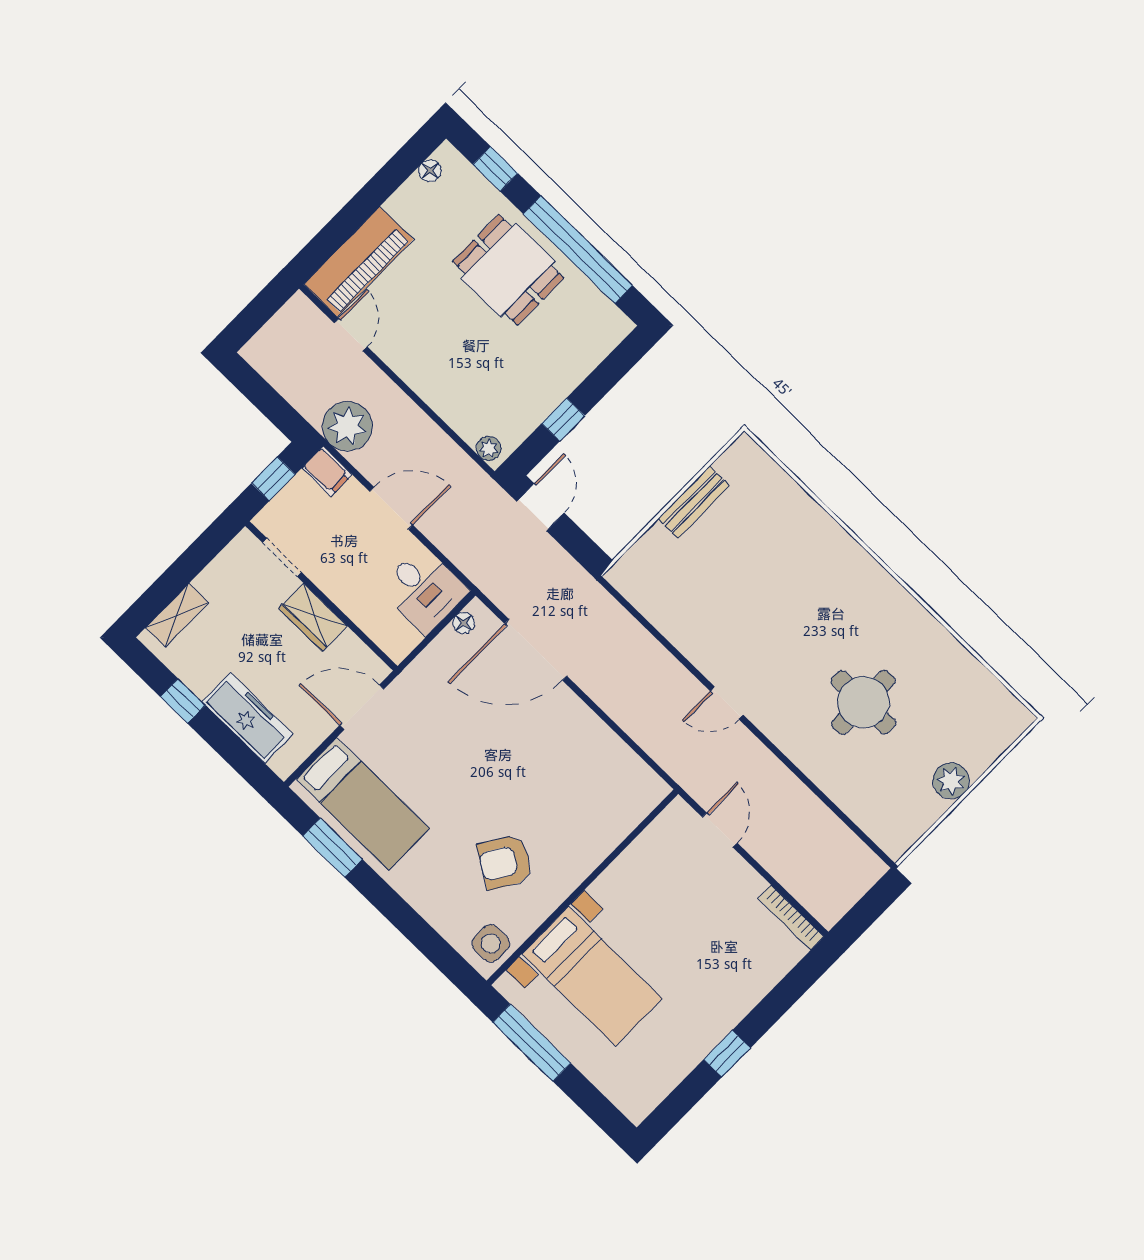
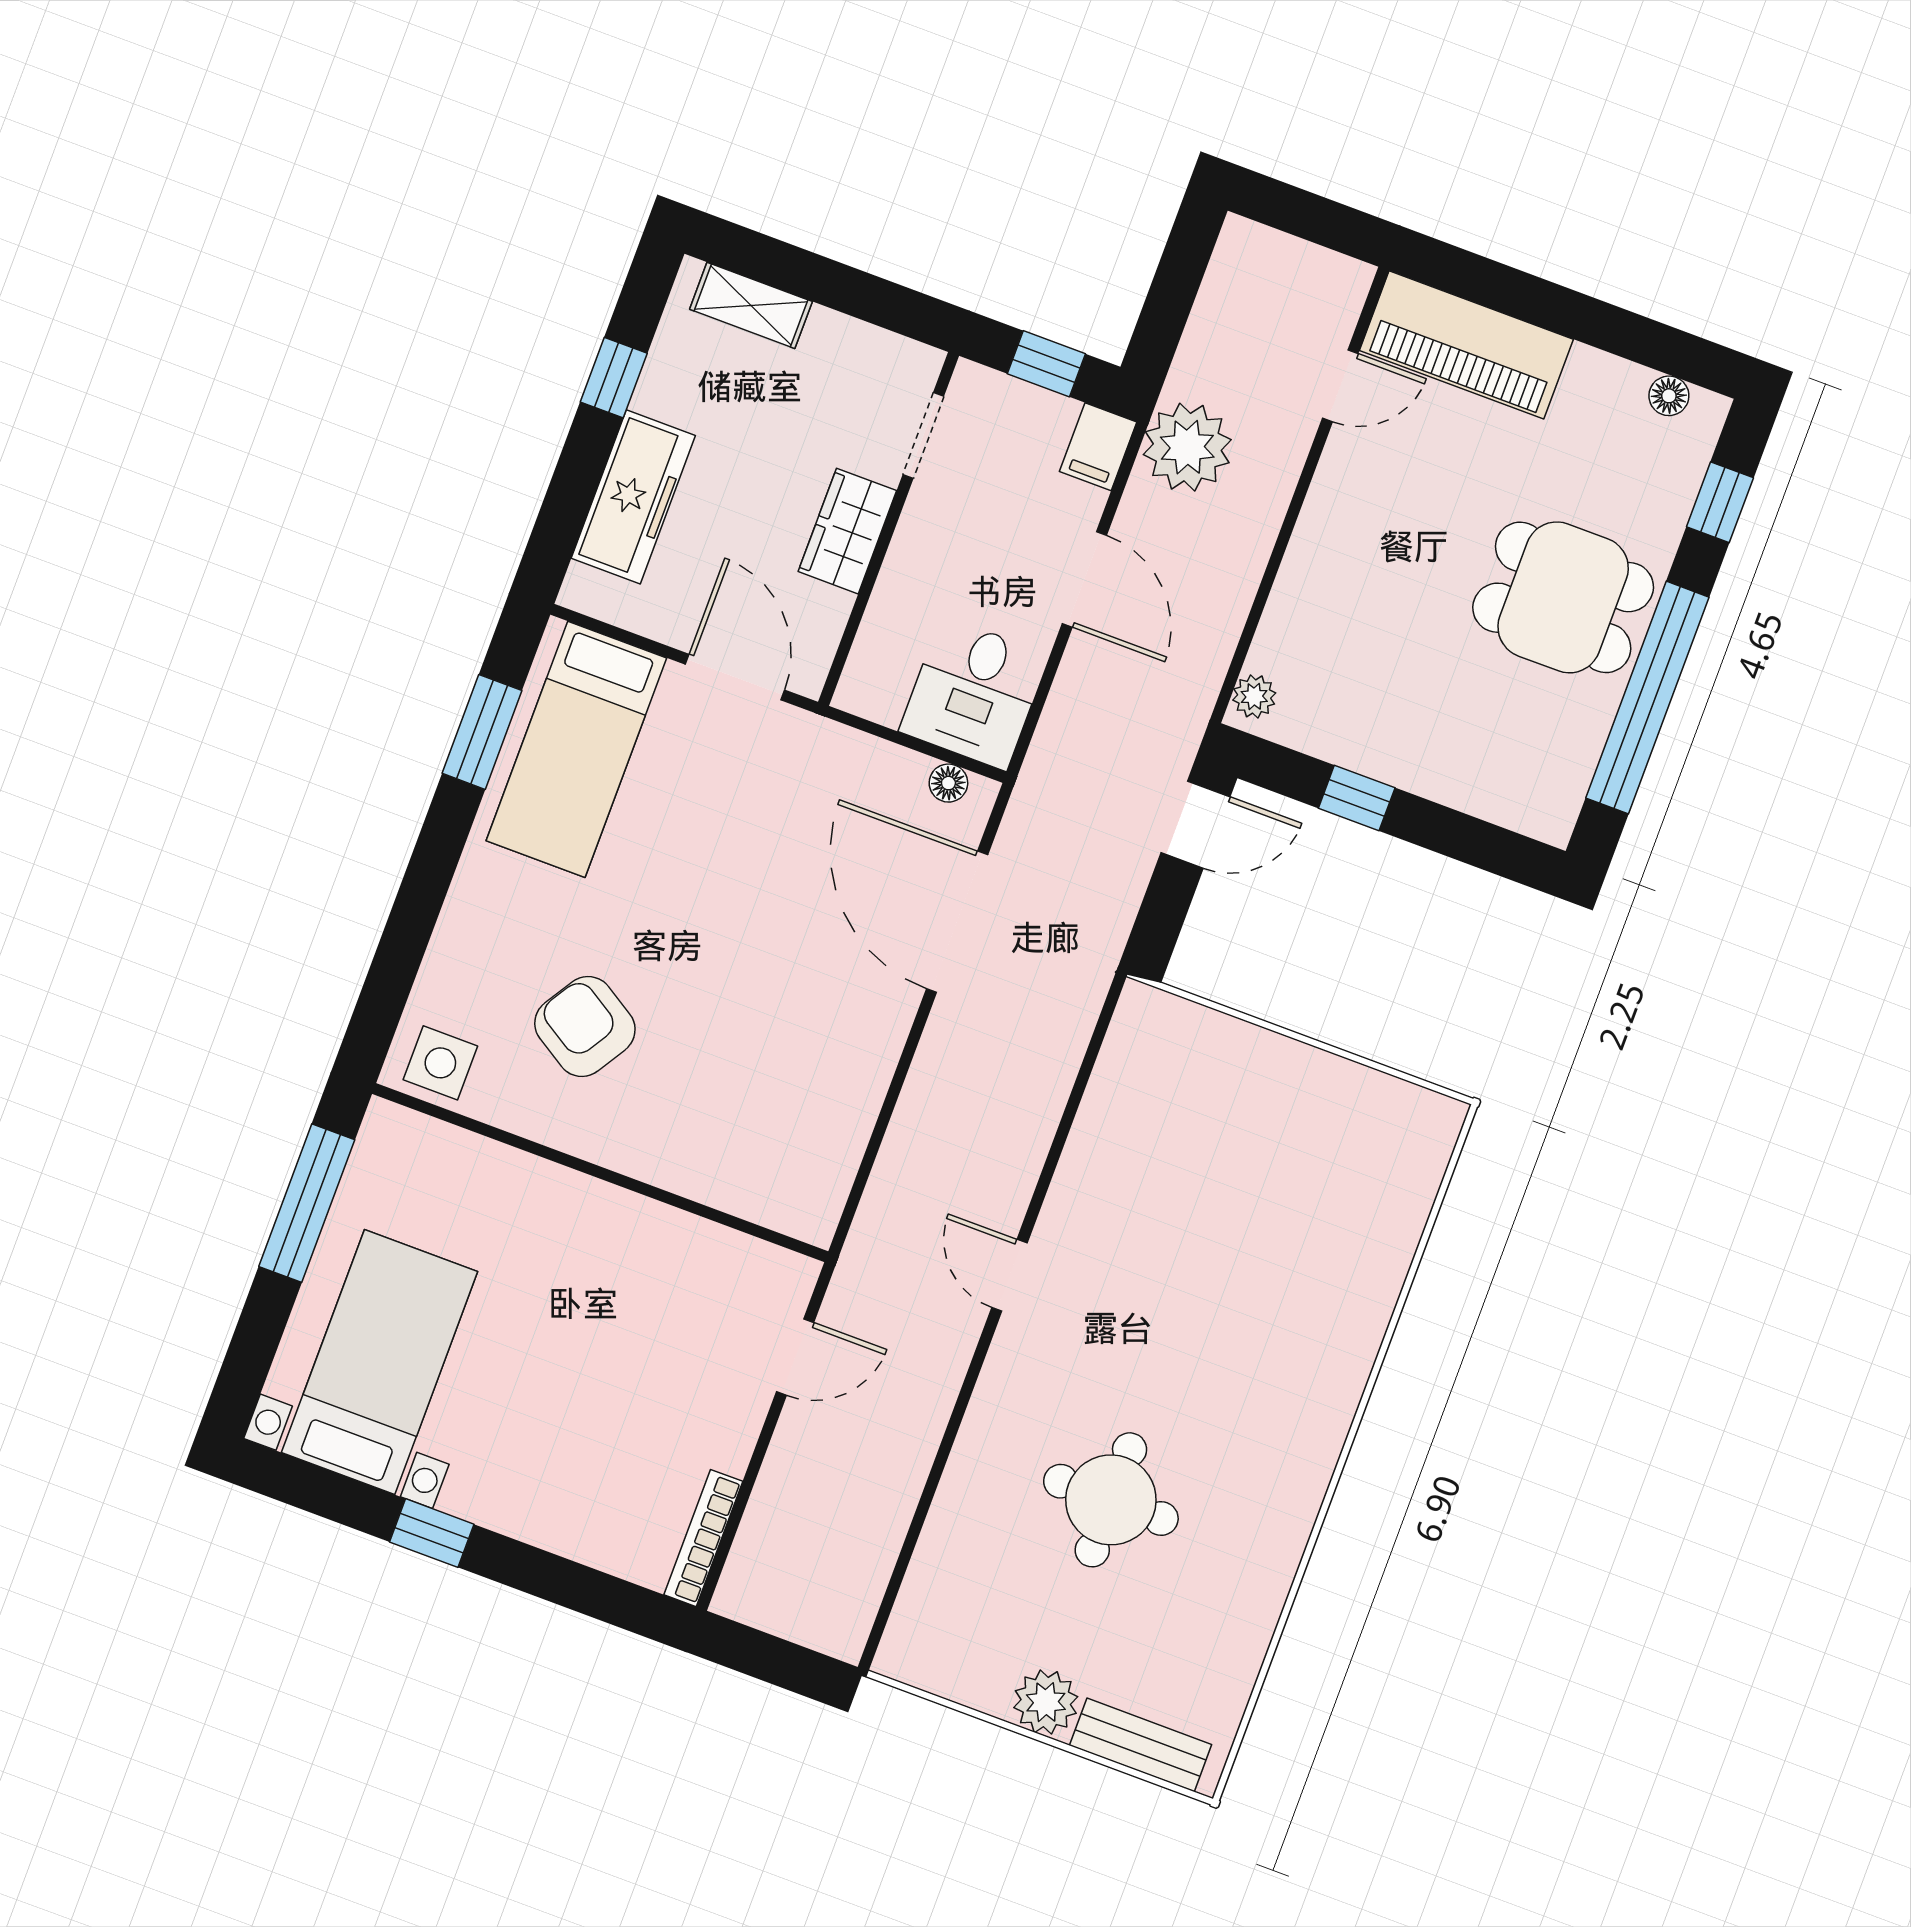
dining table: (508, 270) -> (1563, 597), turned 90
bench: (694, 502) -> (1141, 1745), moved
bed with nightstands: (592, 976) -> (380, 1362), moved, turned 180

